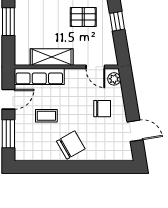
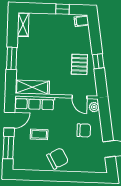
pallet: (83, 17) -> (79, 64), moved, turned 90
shelving: (52, 57) -> (32, 87), moved

